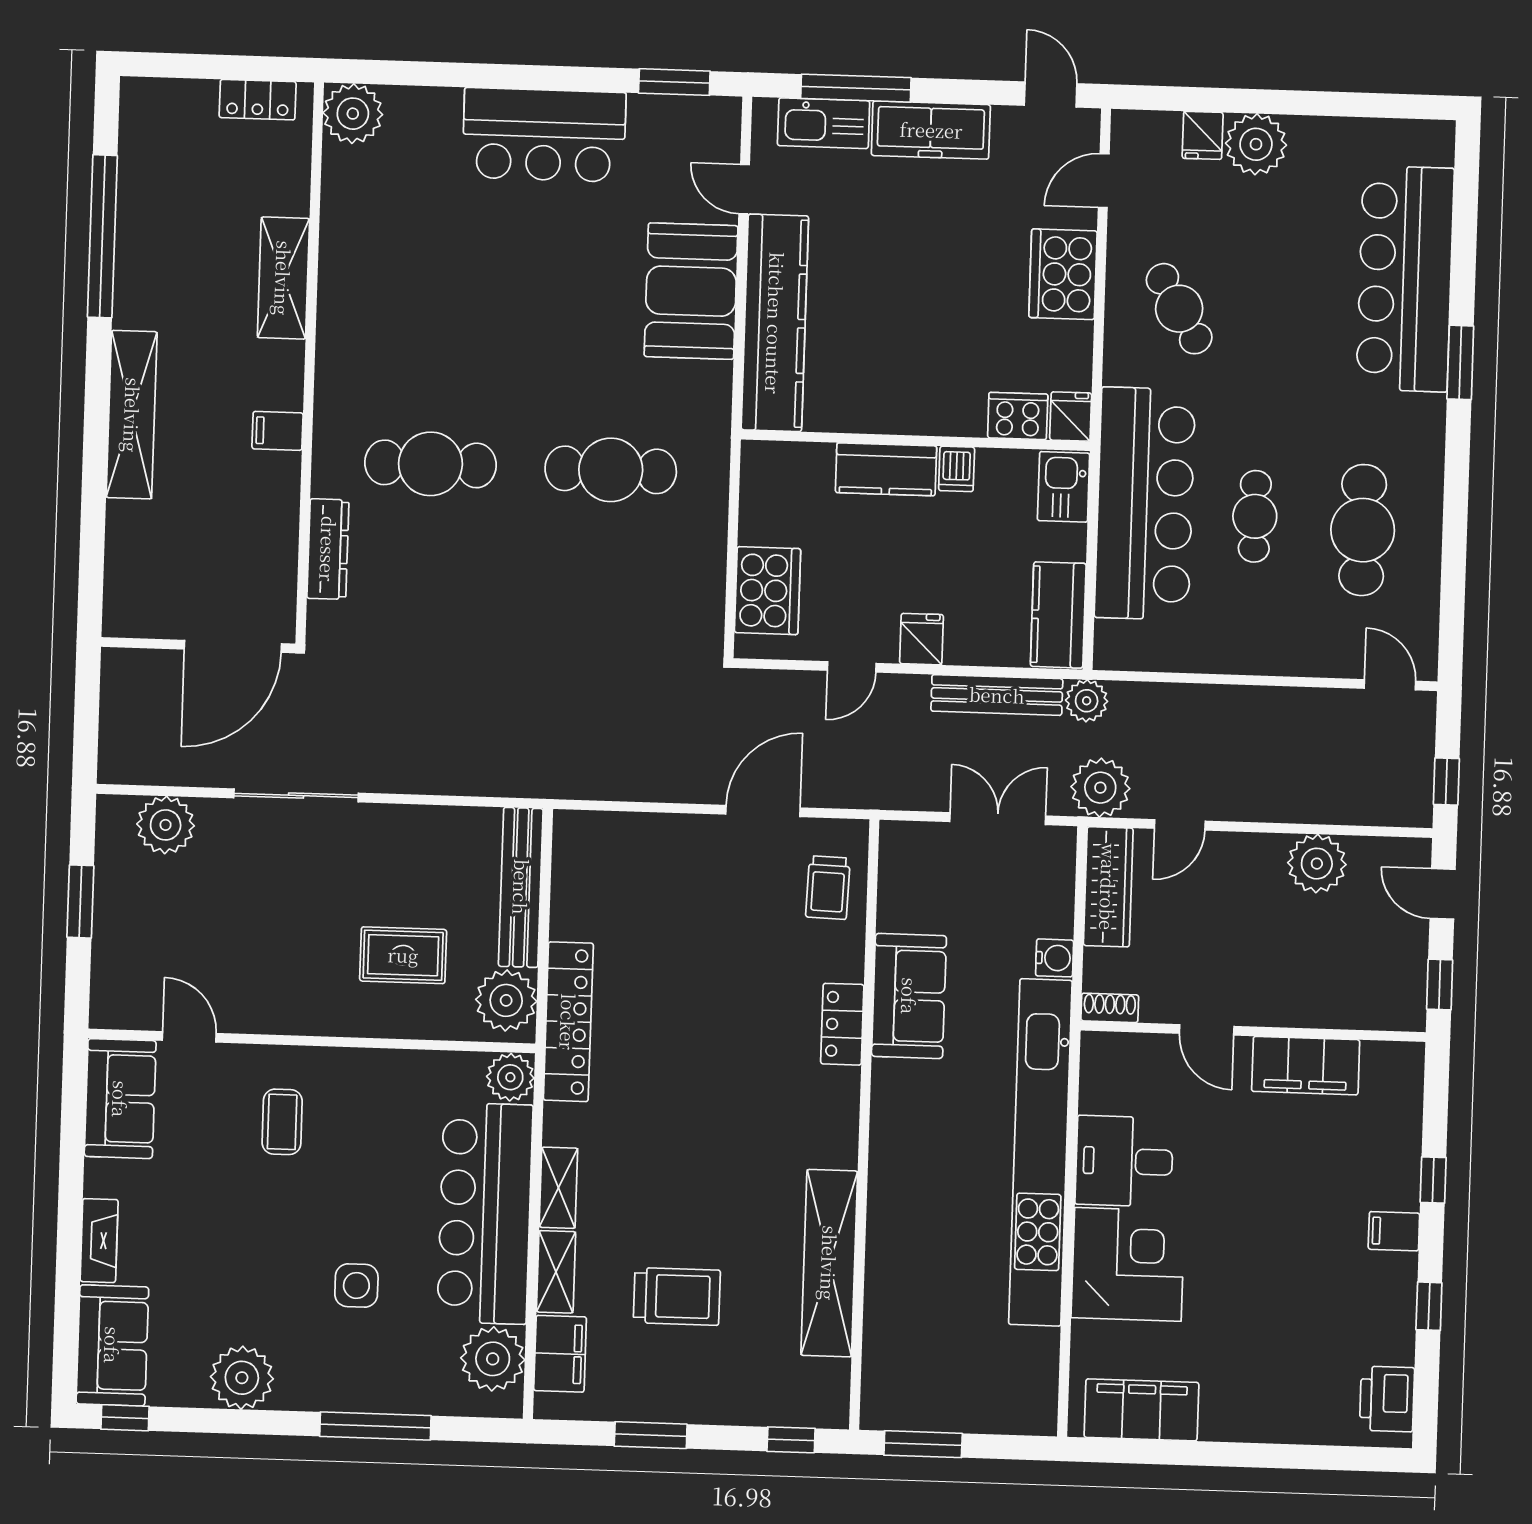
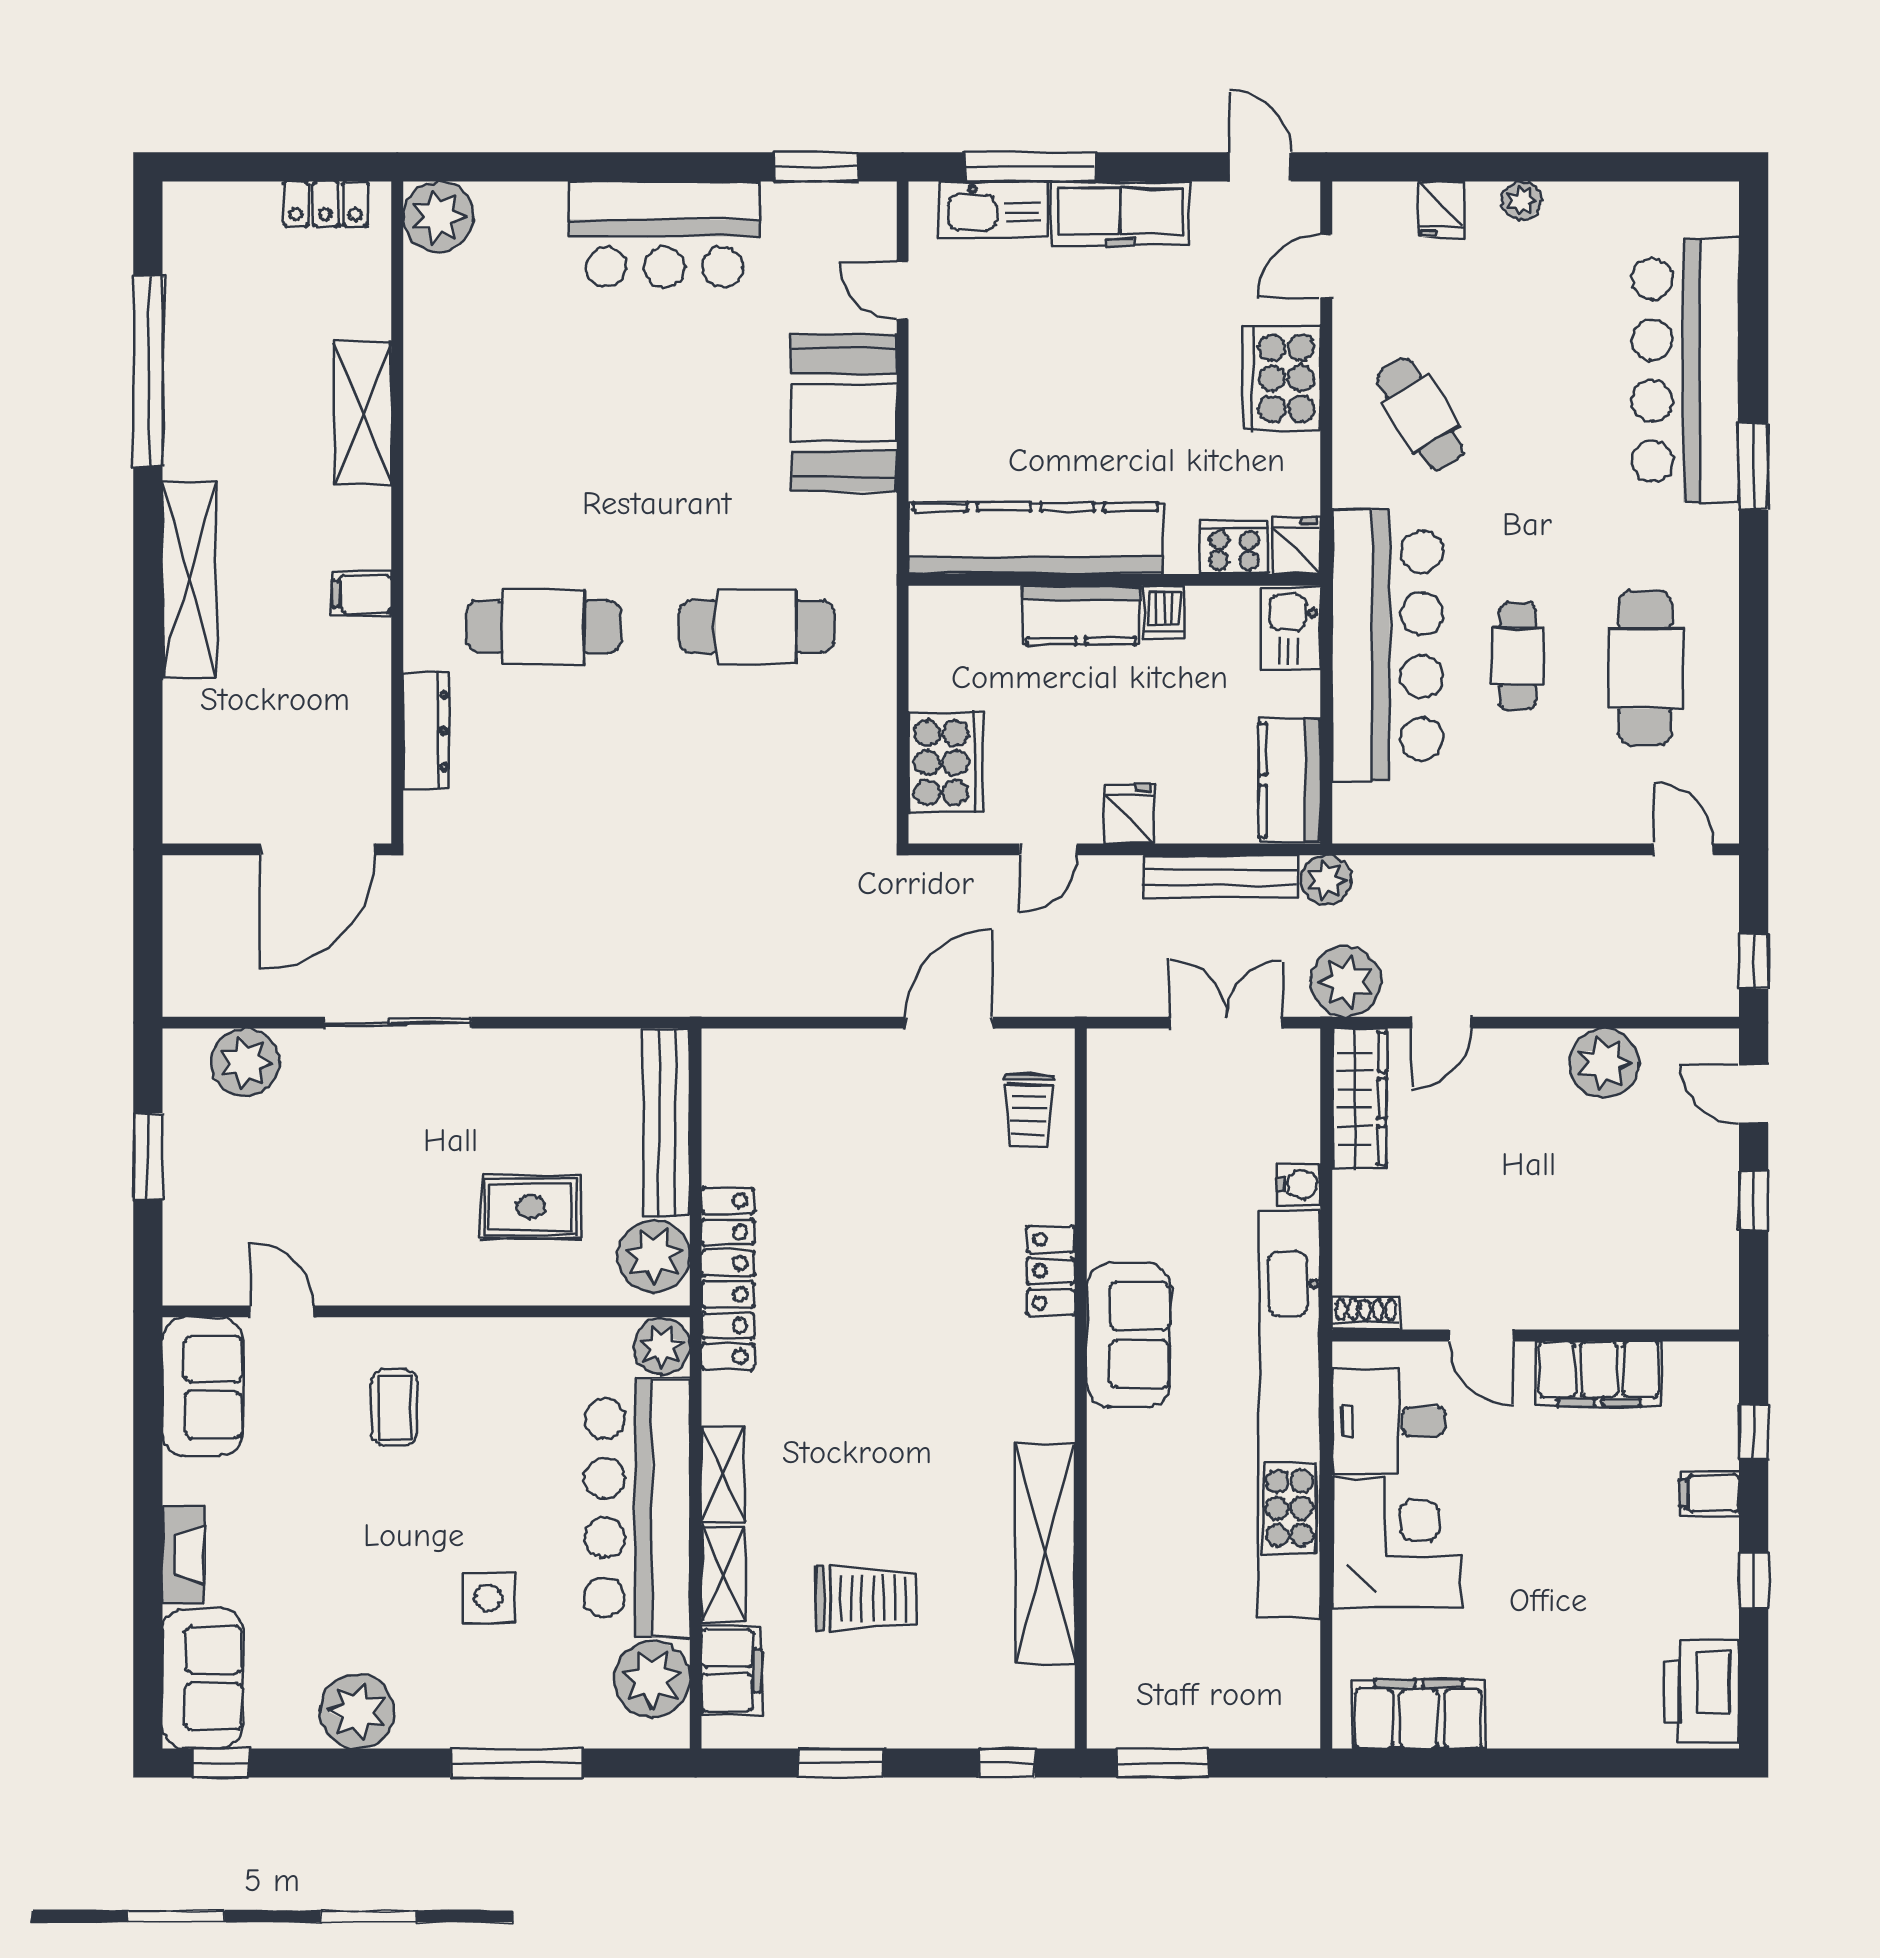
plant: (1256, 144) -> (1521, 201), width x0.53, depth x0.53
kitchen counter: (775, 323) -> (1036, 538), moved, turned -90
sofa: (909, 996) -> (1129, 1335), moved
shoe rack: (1110, 1008) -> (1366, 1313), moved
door: (1207, 1030) -> (1481, 1336), moved
wall: (1253, 1031) -> (1536, 1336), moved
filing cabinet: (1306, 1066) -> (1599, 1374), moved
printer: (1387, 1399) -> (1702, 1692), width x1.37, depth x1.19

